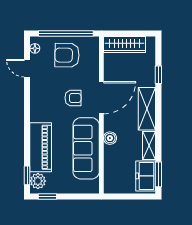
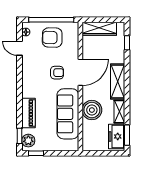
window: (158, 75) -> (127, 43), moved
boiler: (110, 138) -> (92, 110), width x1.86, depth x1.86
piano: (41, 147) -> (28, 113), width x0.73, depth x0.75

